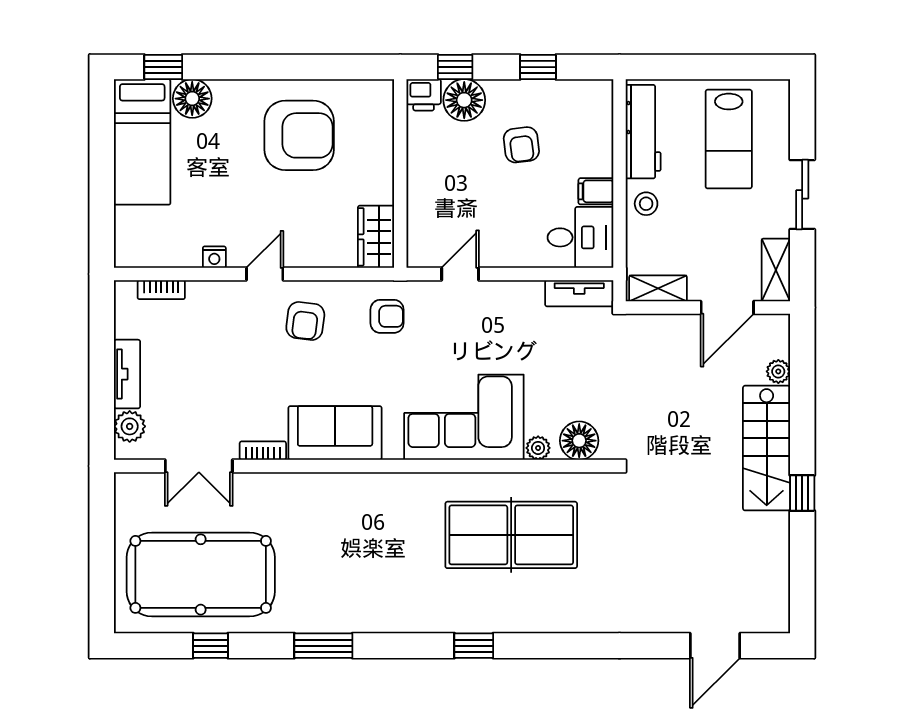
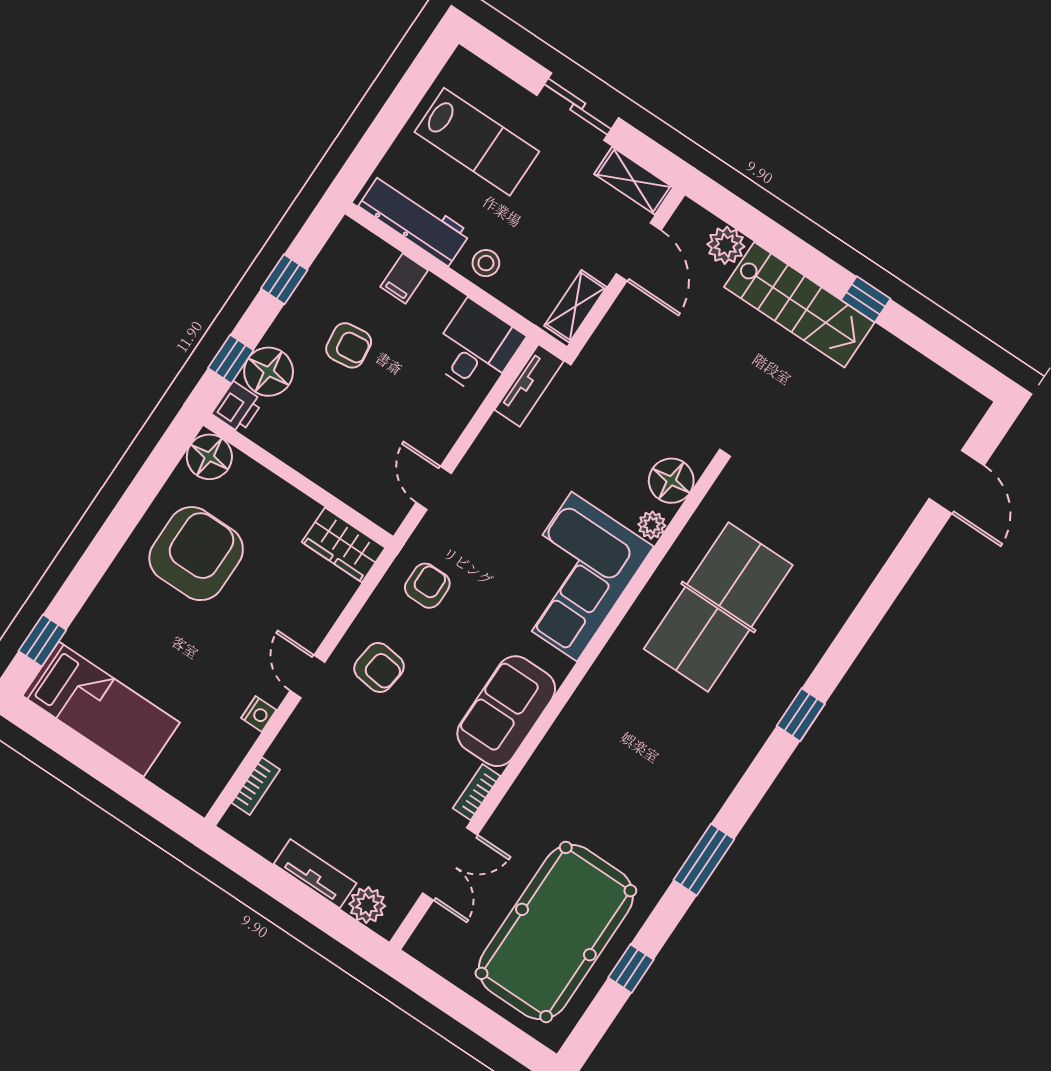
floor lamp: (192, 99) -> (209, 457), moved
filing cabinet: (596, 191) -> (404, 278), moved
plant: (778, 371) -> (726, 245), width x1.38, depth x1.38

